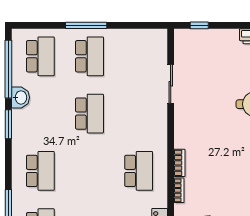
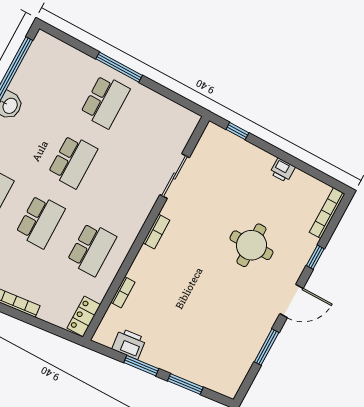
school desk: (40, 56) -> (40, 221), moved
bookcase: (179, 163) -> (156, 232), moved

